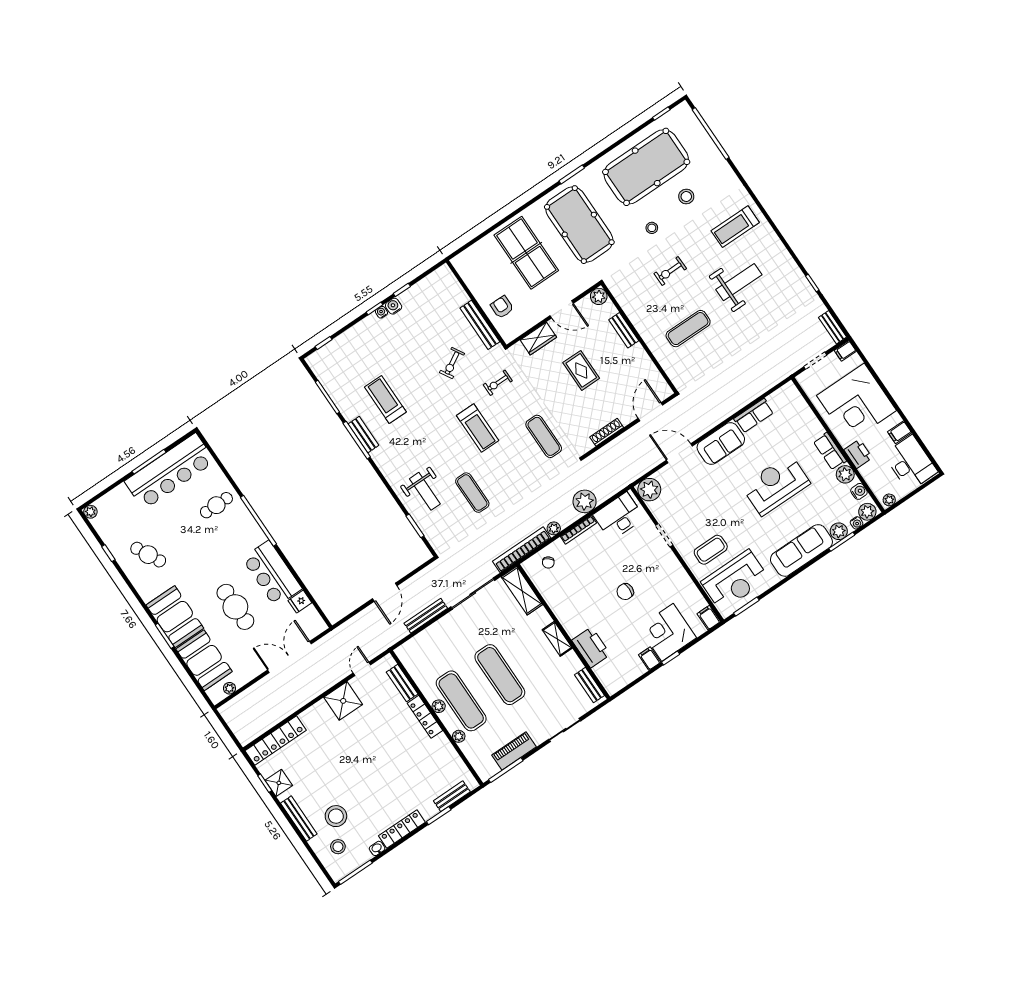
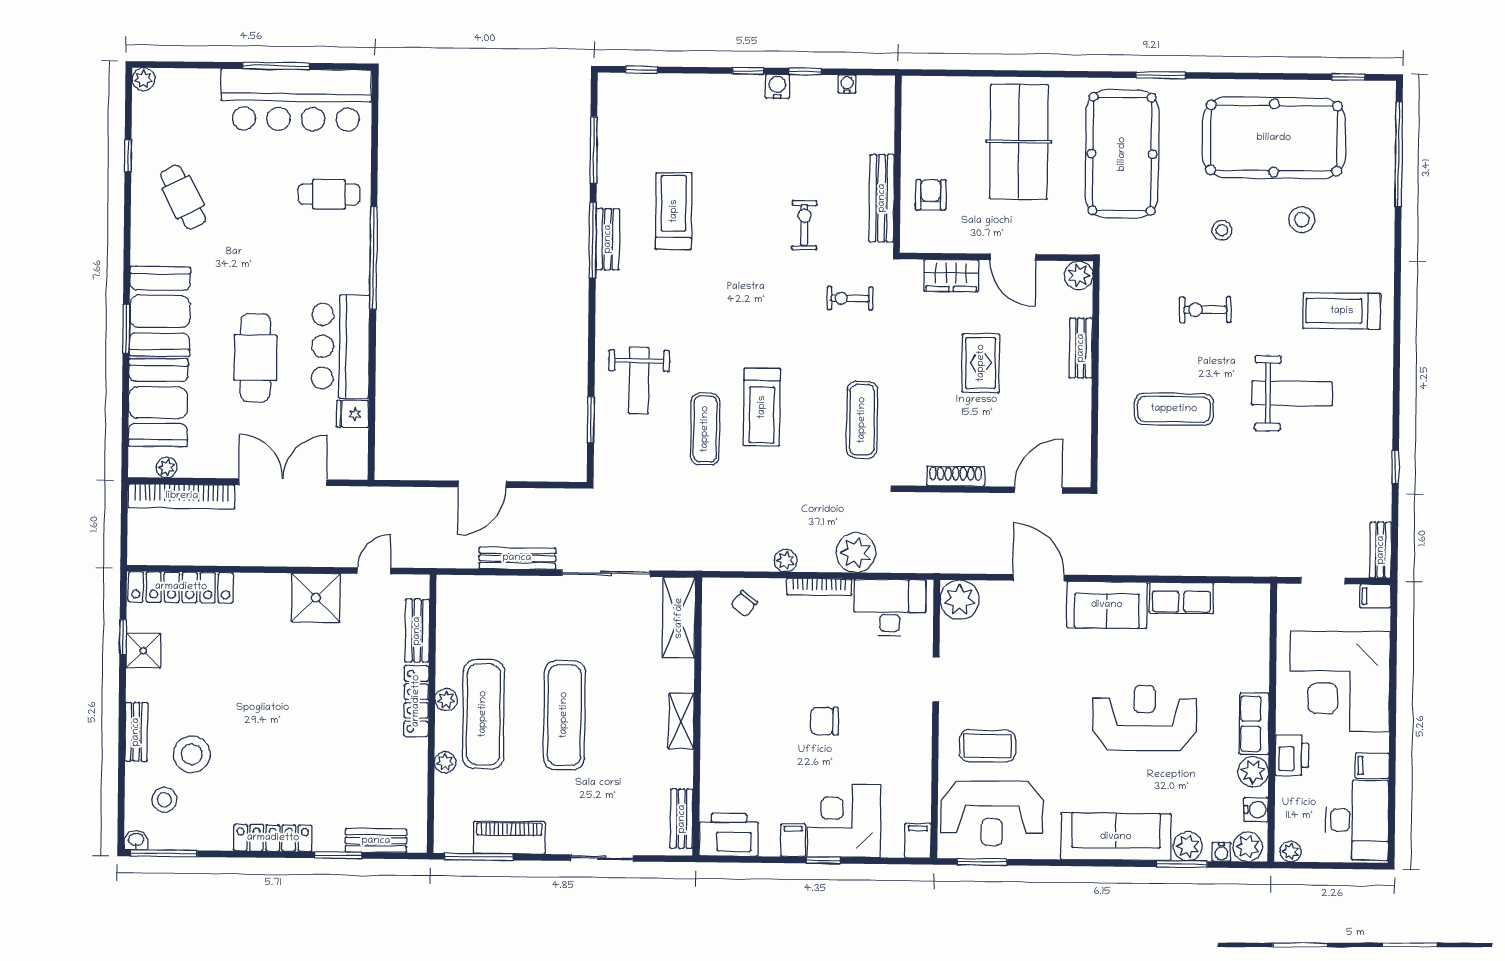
water cooler: (381, 312) -> (847, 84), moved
exercise bike: (452, 363) -> (804, 225), turned 120
treadmill: (478, 428) -> (762, 407), moved
bookcase: (522, 550) -> (182, 496), moved, turned 180
printer: (591, 647) -> (729, 835), moved, turned -90
bench: (299, 819) -> (136, 732), width x0.73
washbasin: (377, 848) -> (136, 840), moved

